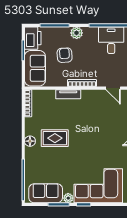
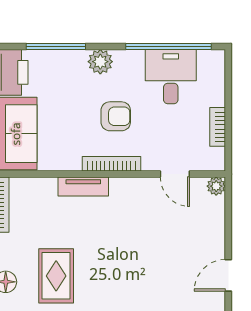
armchair: (65, 55) -> (116, 116), moved, turned 94
rug: (55, 138) -> (56, 276), turned 90

